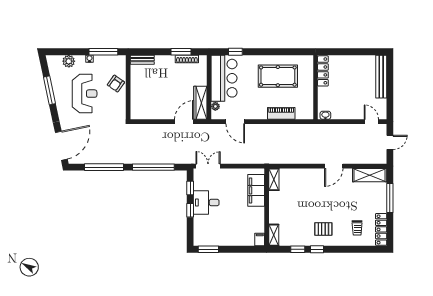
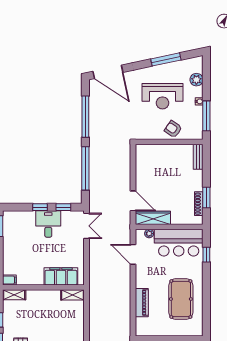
door: (235, 122) -> (133, 254), hinge flipped

